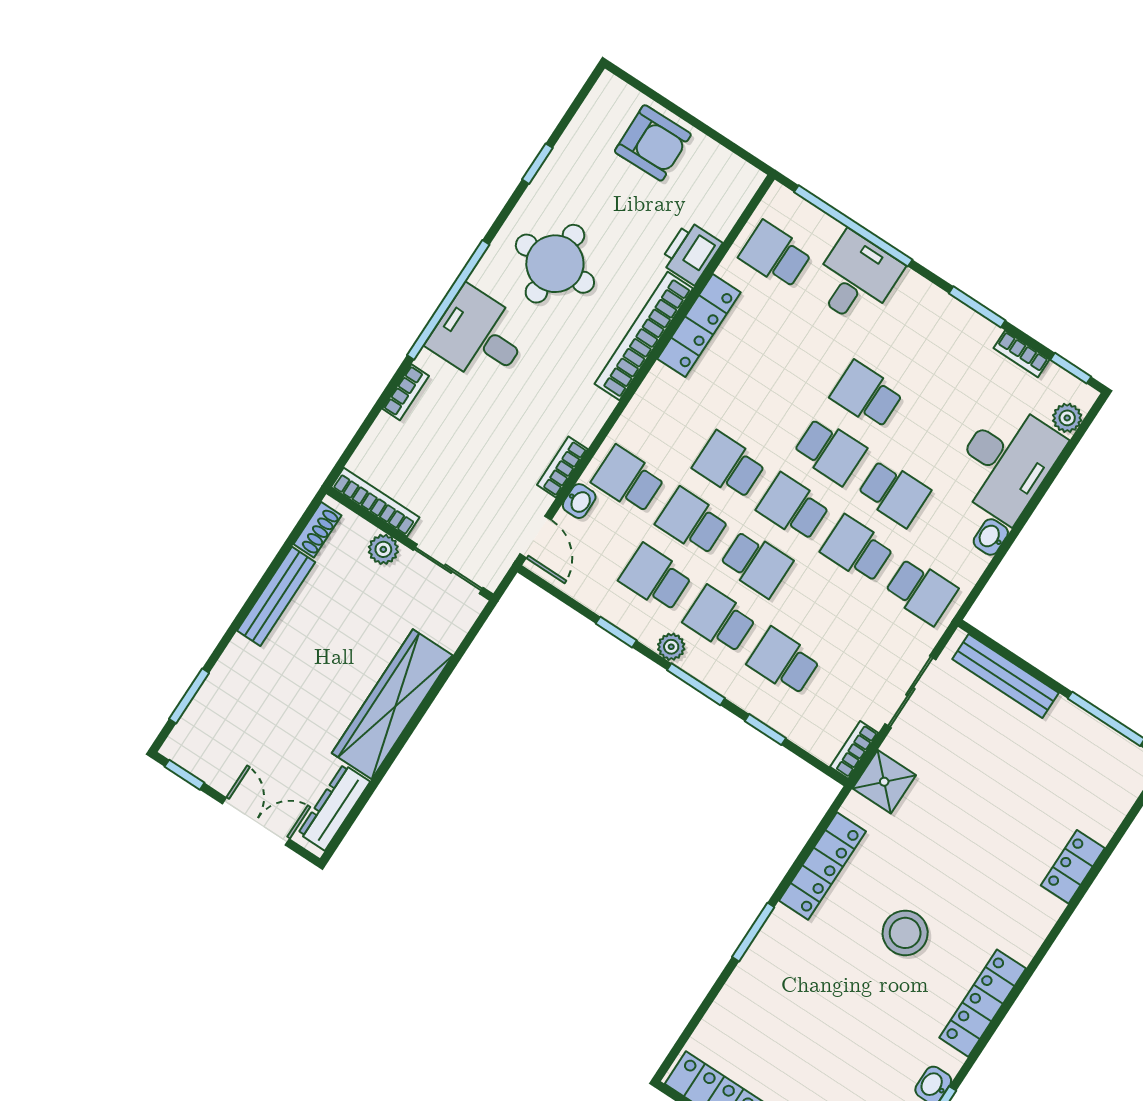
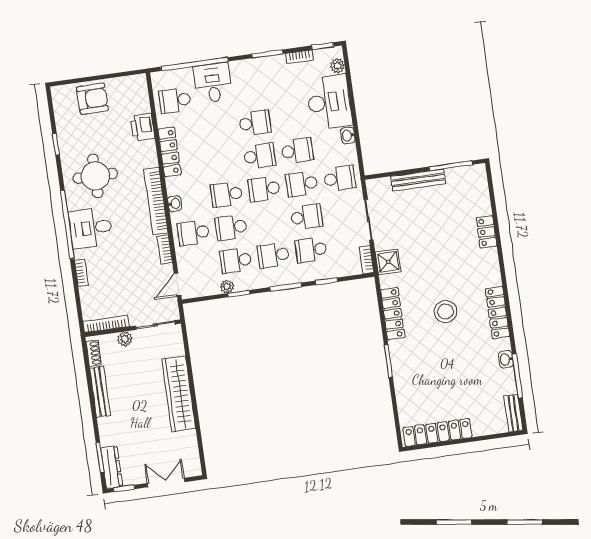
bookcase: (644, 336) -> (156, 201), moved
school desk: (867, 395) -> (255, 123), turned 180
washbasin: (579, 501) -> (175, 204), moved
door: (535, 537) -> (178, 285), swing flipped
school desk: (756, 563) -> (307, 217), moved
plant: (671, 647) -> (227, 286), moved
bench: (1005, 676) -> (418, 180), moved
dresser: (334, 807) -> (112, 467), moved, turned 180

